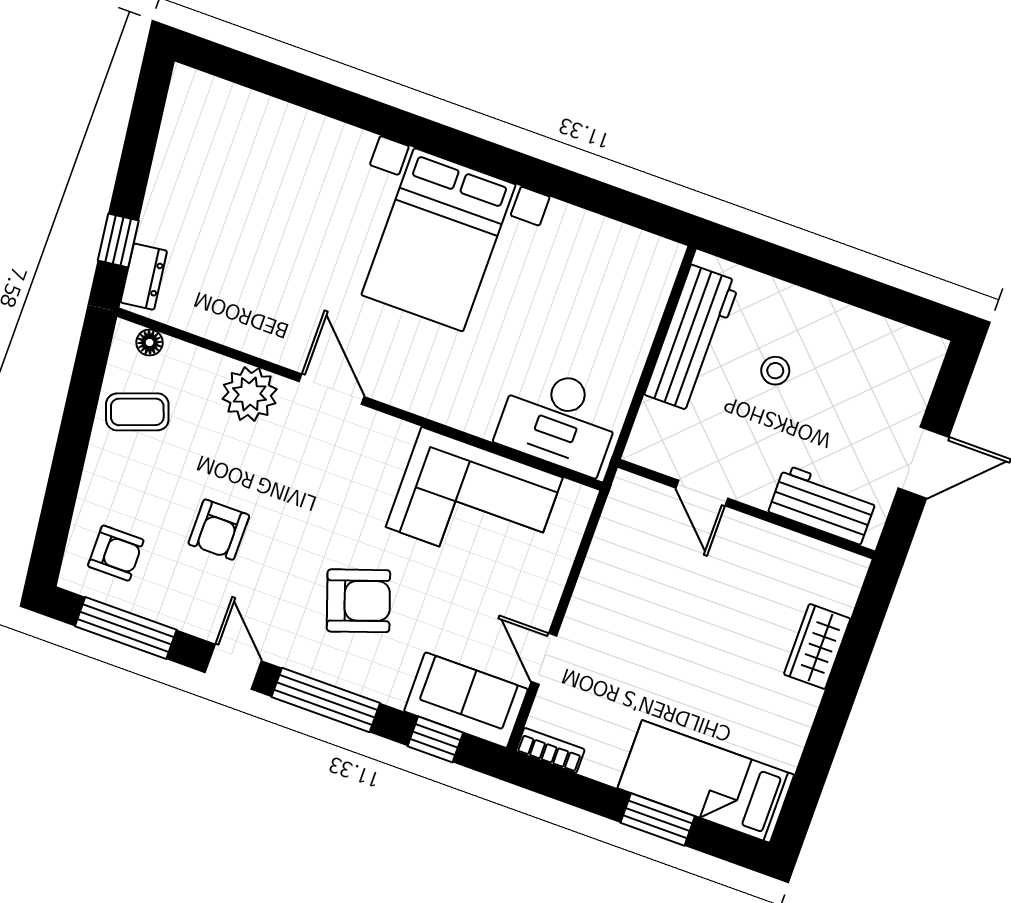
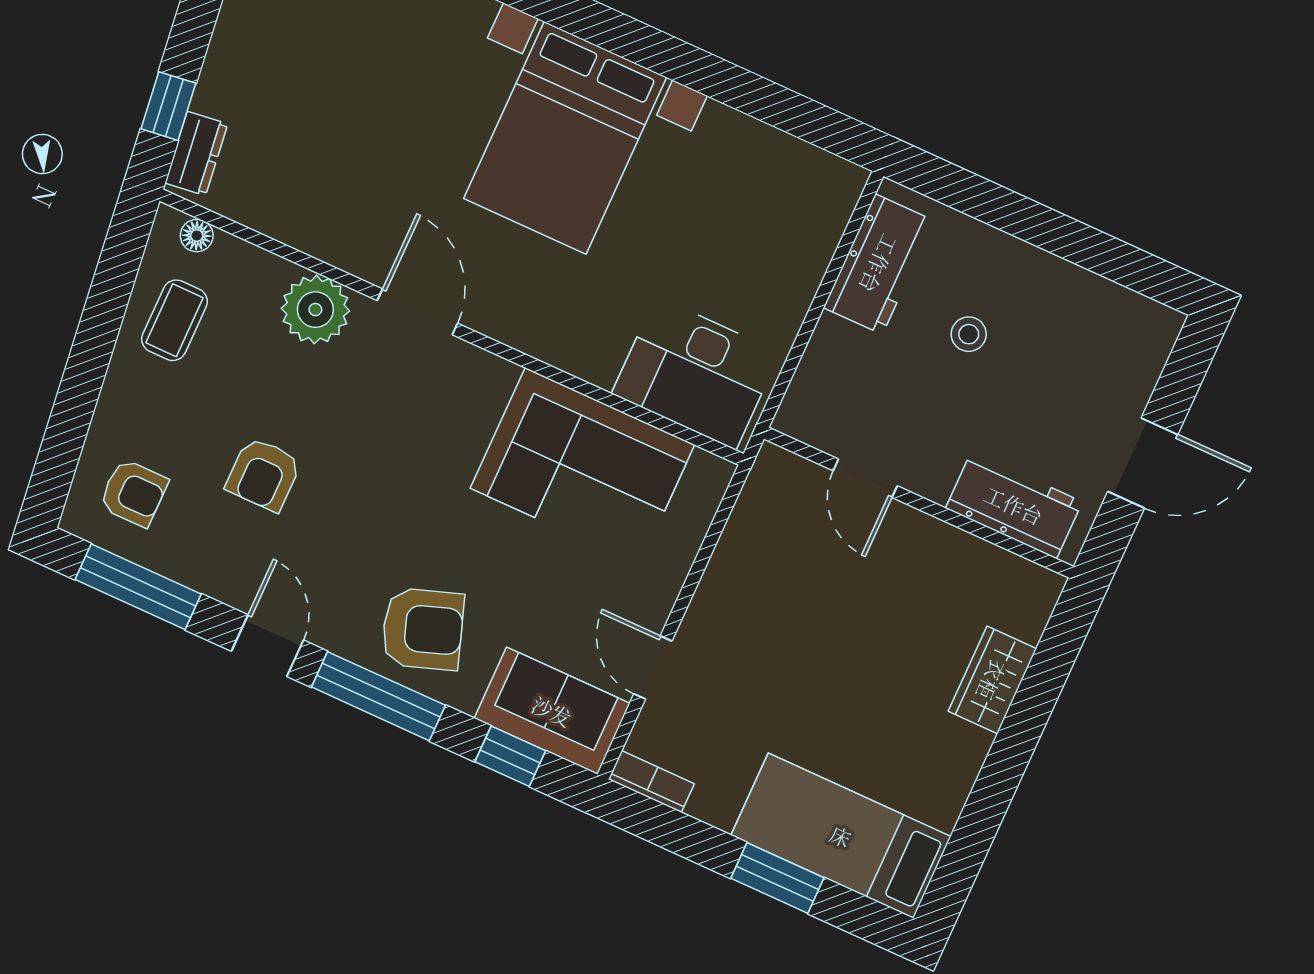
workbench: (692, 338) -> (879, 264), width x0.73
coffee table: (137, 412) -> (175, 320), turned -70
armchair: (358, 601) -> (423, 629), moved

